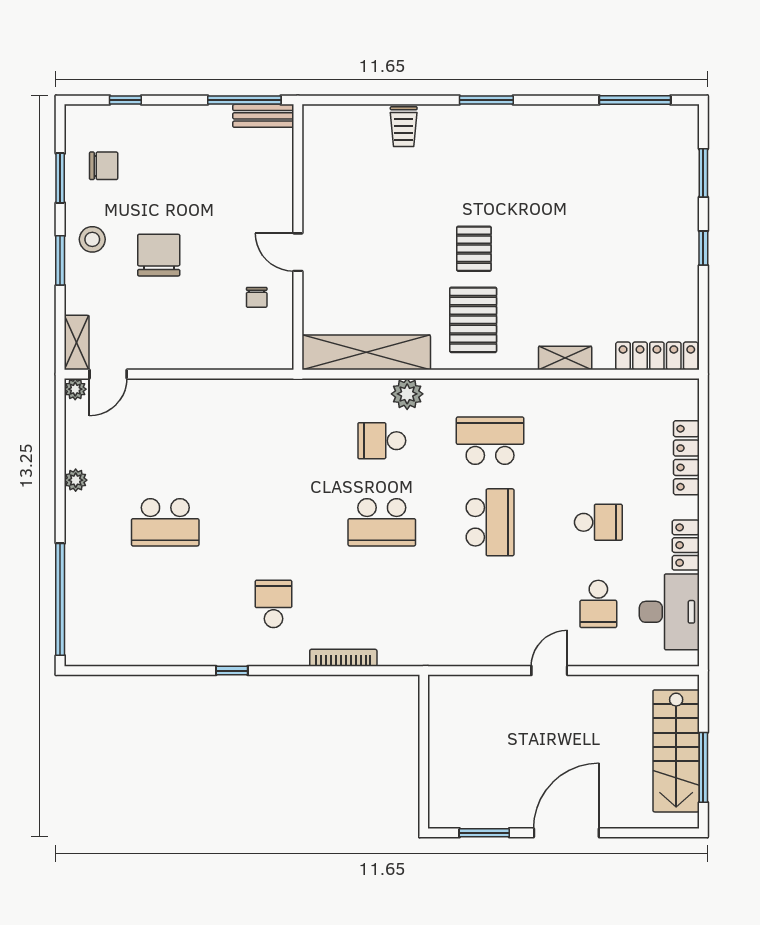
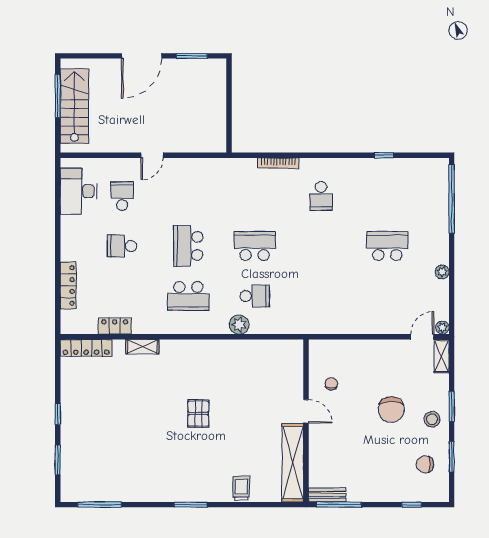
pallet: (473, 320) -> (199, 370), removed
shelving: (366, 352) -> (293, 463), moved, turned 90
locker: (686, 545) -> (115, 326), moved, turned -90
window: (232, 671) -> (384, 155), moved

